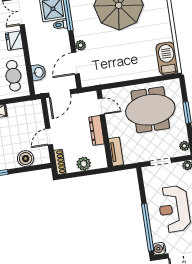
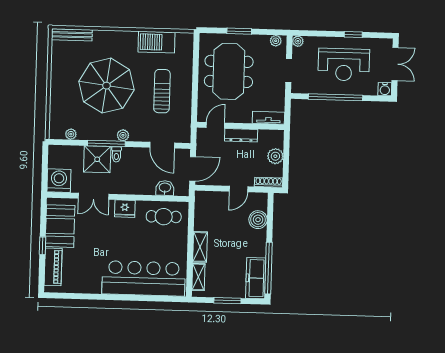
plant: (81, 45) -> (123, 135), moved
sun lounger: (123, 55) -> (162, 91), added
barbecue: (167, 59) -> (156, 42), moved
door: (60, 93) -> (193, 169), hinge flipped
door: (49, 137) -> (239, 189), hinge flipped
window: (148, 227) -> (336, 97), moved

